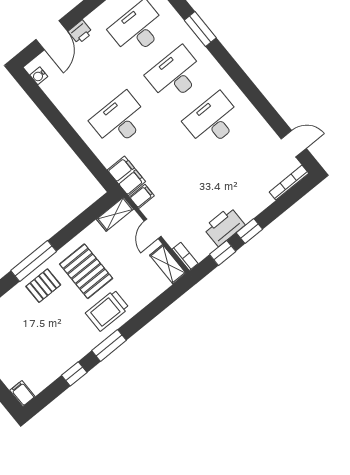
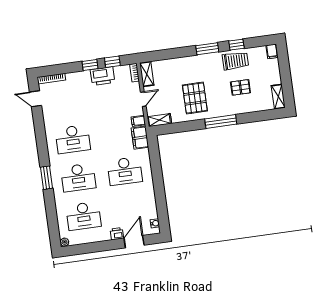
window: (200, 29) -> (46, 178), moved
pallet: (43, 286) -> (240, 87), moved
trolley: (107, 310) -> (235, 61), moved

